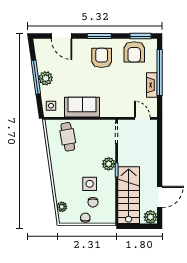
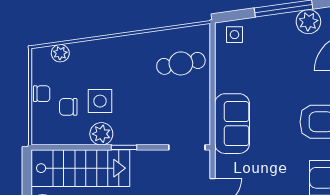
plant: (46, 78) -> (308, 22), moved
sofa: (82, 107) -> (232, 124), moved
plant: (109, 164) -> (101, 134), moved

